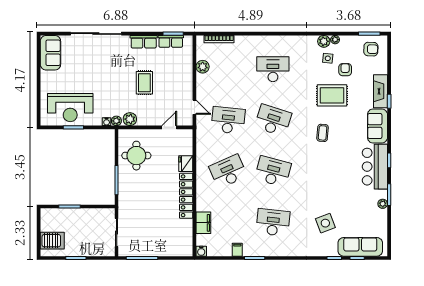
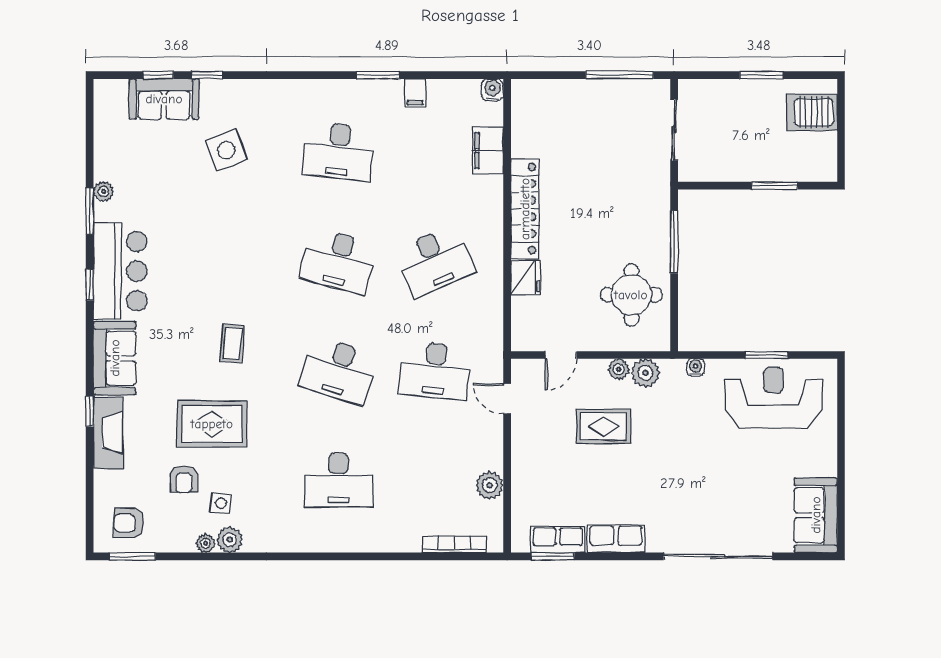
rug: (144, 83) -> (604, 426), moved, turned 90
plant: (116, 121) -> (619, 369), moved
sofa: (360, 247) -> (164, 99), width x0.73

